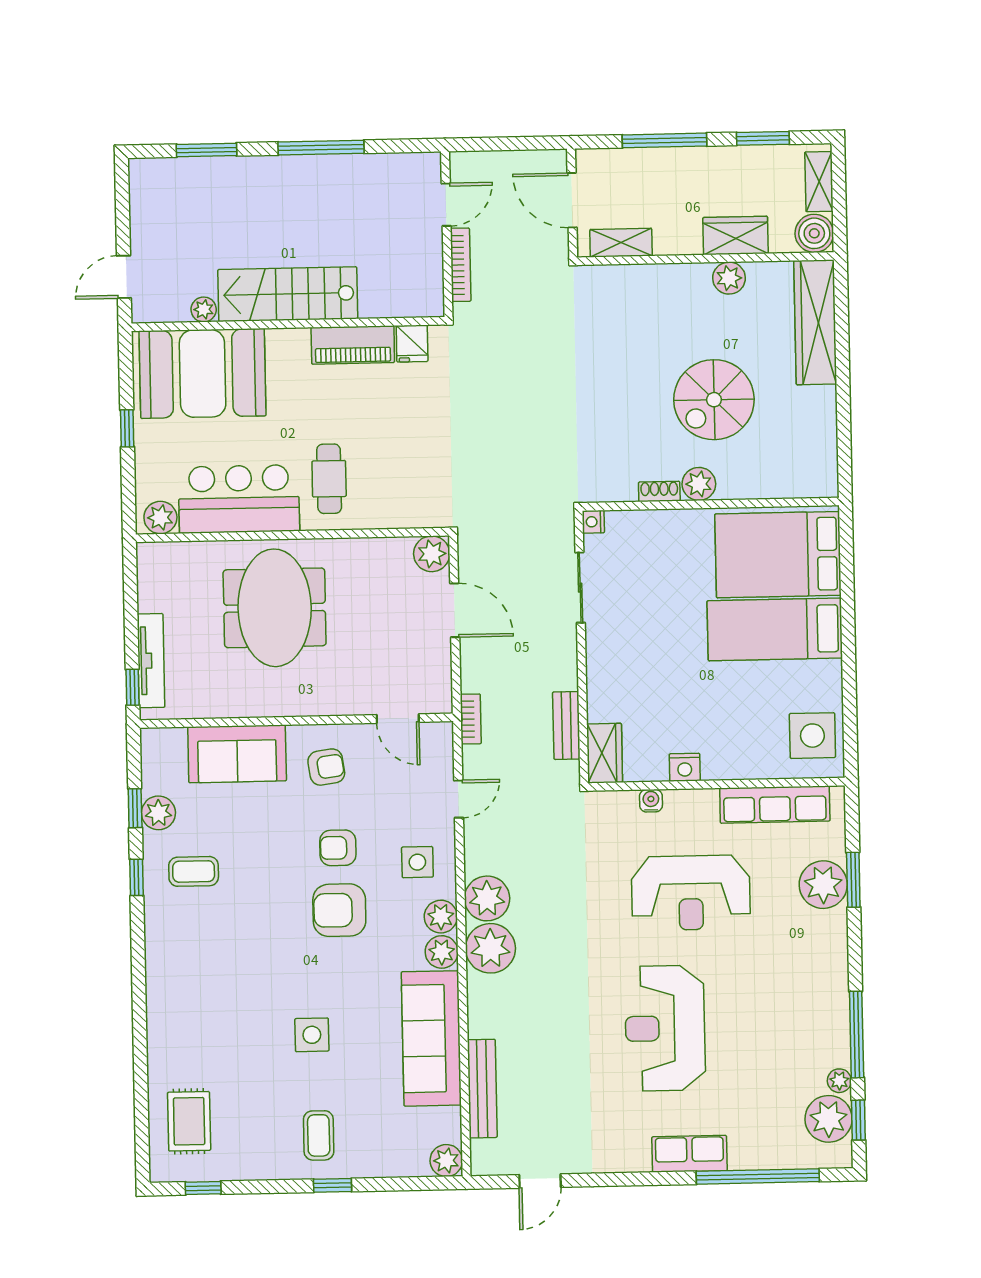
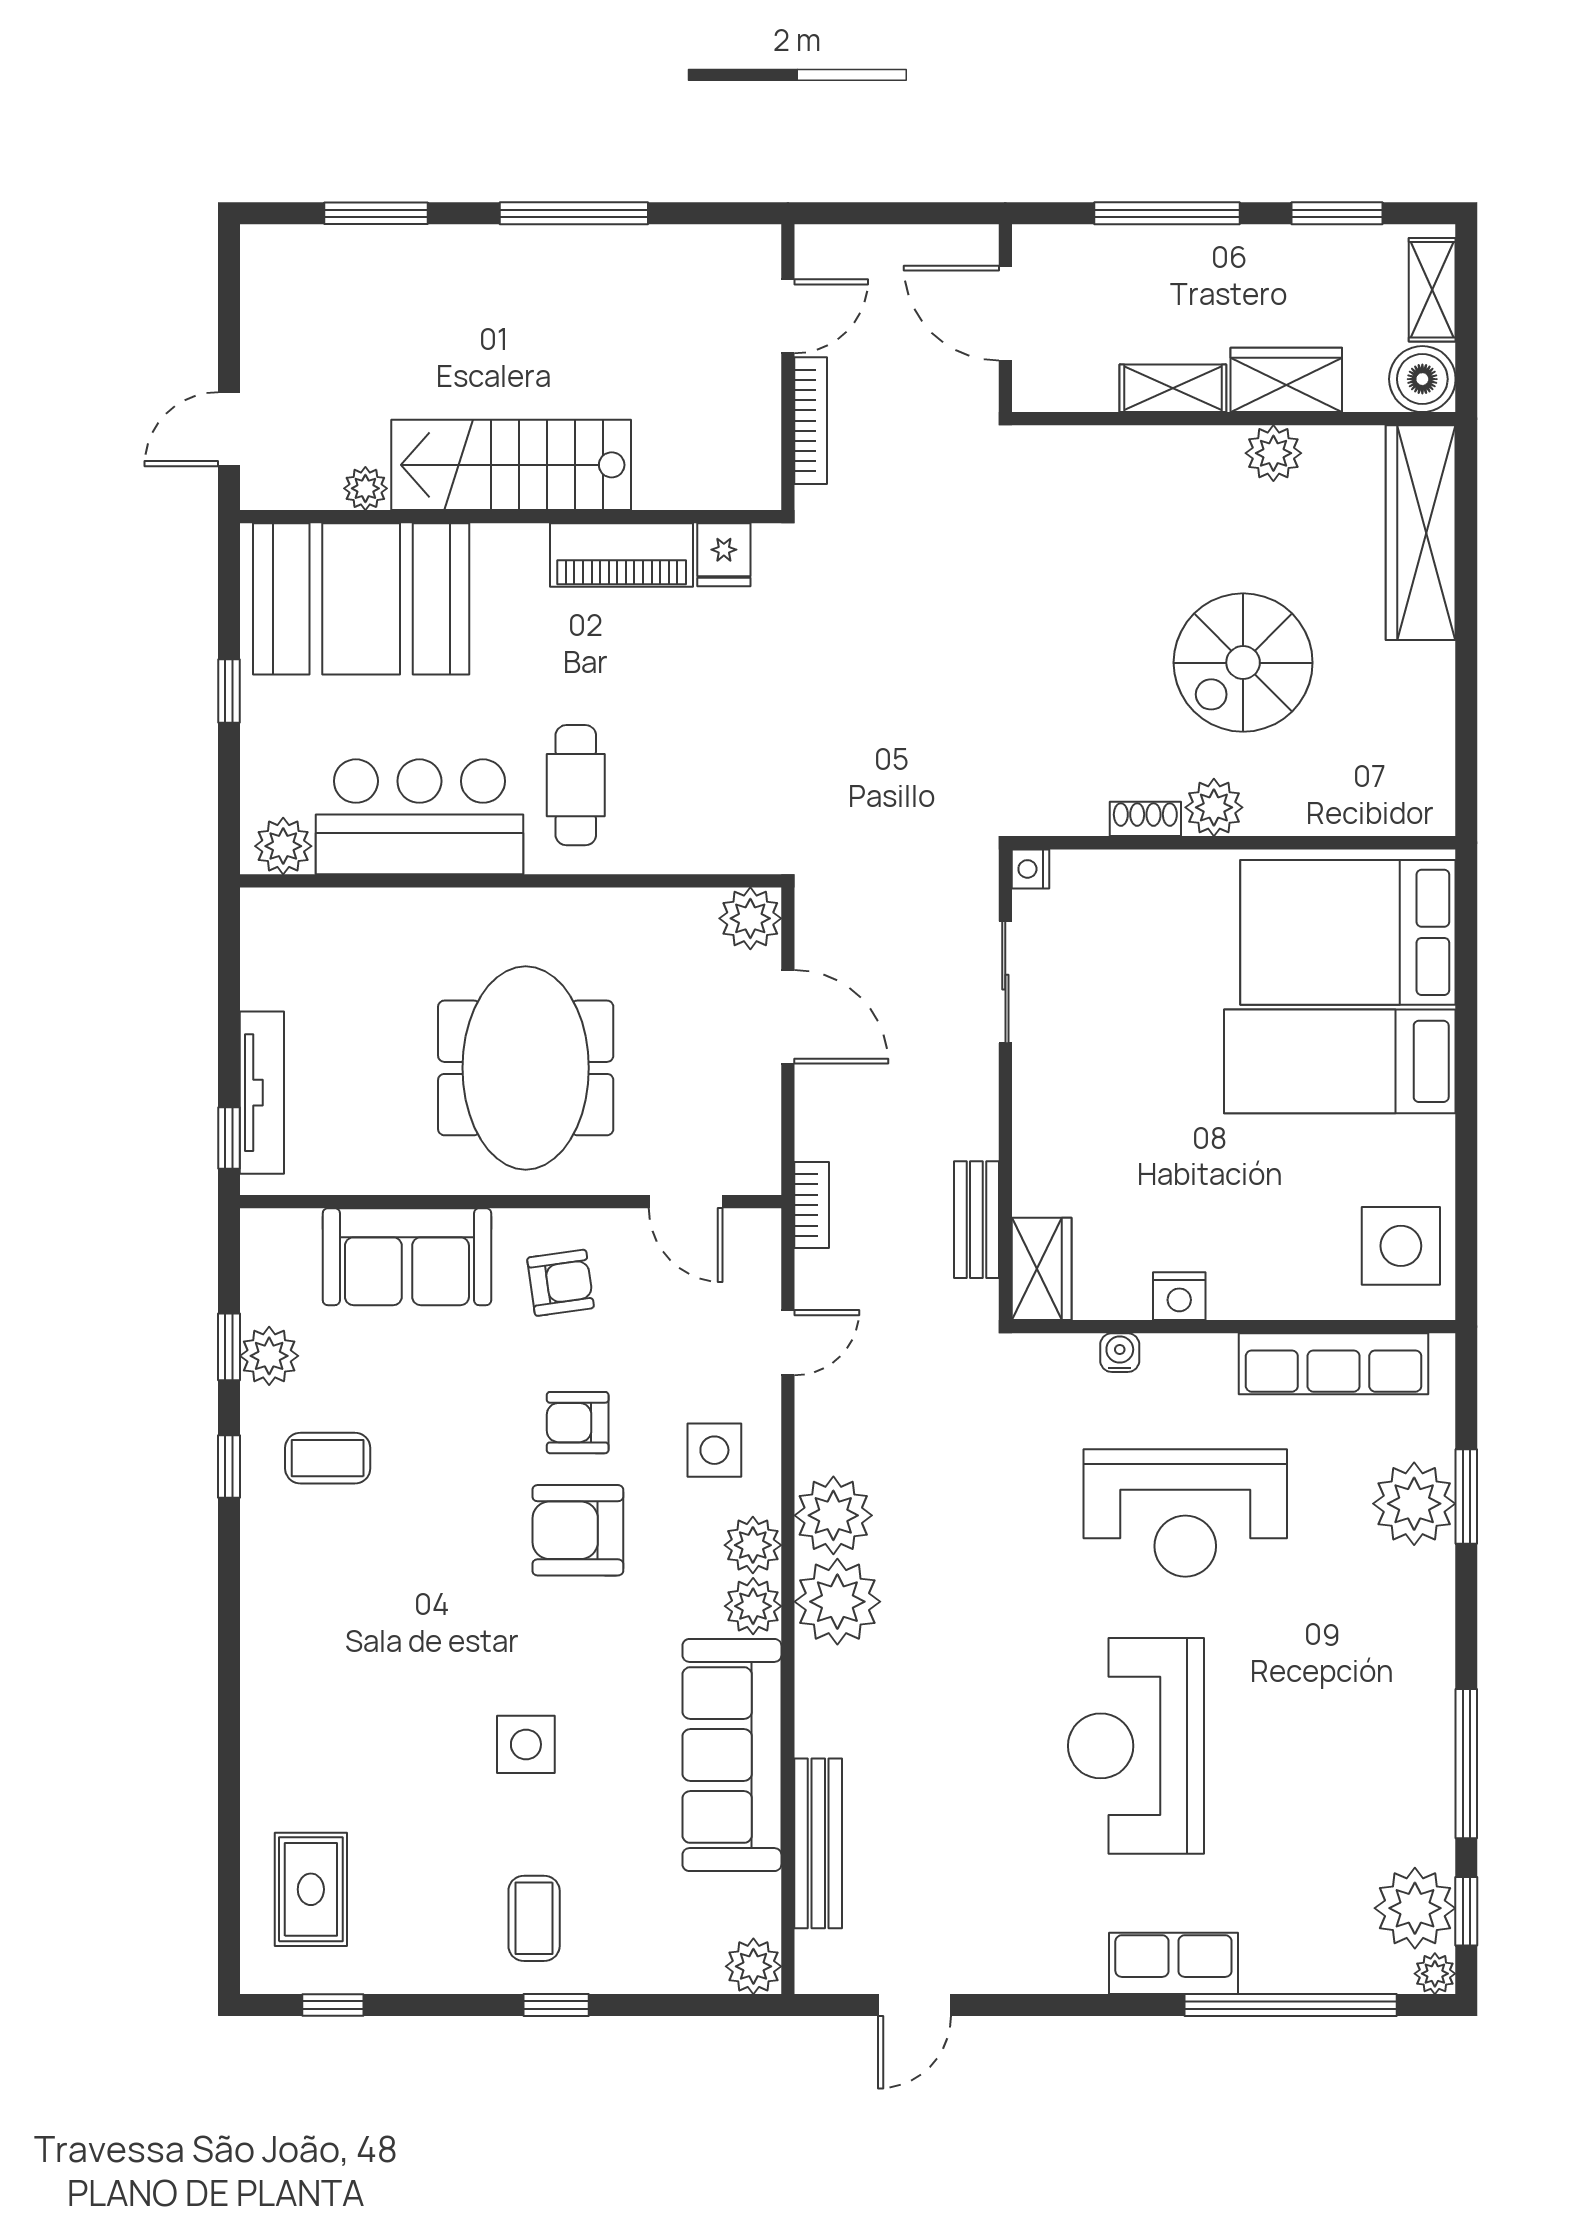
shelving: (621, 243) -> (1173, 388), moved
meeting table: (275, 608) -> (526, 1068), moved
plant: (839, 1081) -> (1435, 1974), moved

